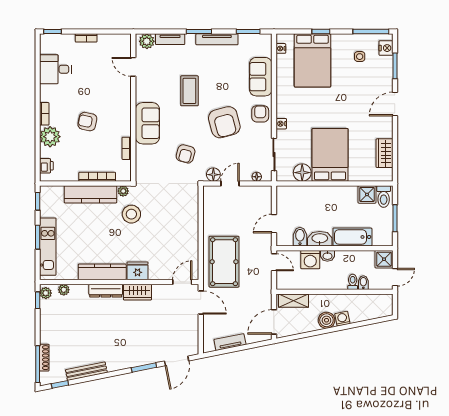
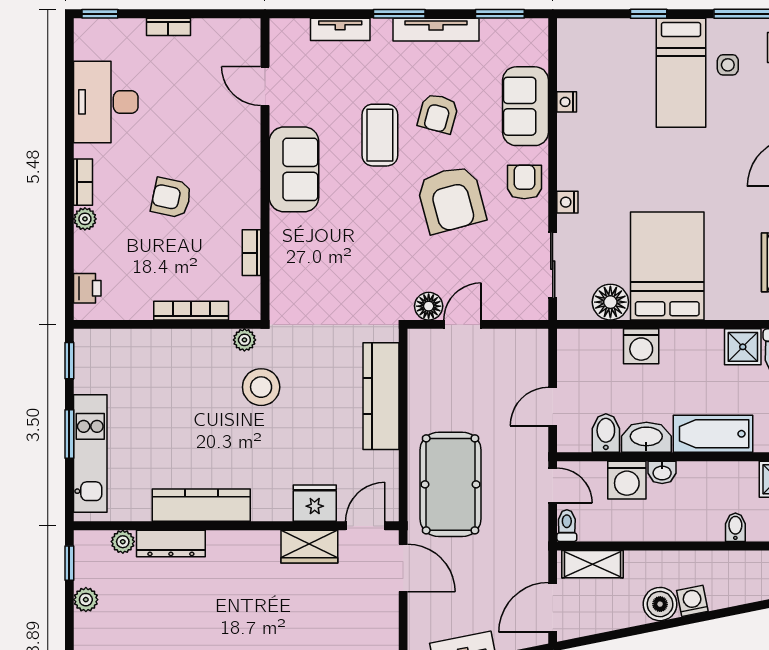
plant: (147, 41) -> (293, 34), removed
nightstand: (281, 48) -> (567, 102), moved
bed: (313, 60) -> (681, 73), moved, width x0.67
desk: (55, 69) -> (106, 102), width x1.37
sofa: (147, 123) -> (294, 169), moved
plant: (50, 137) -> (85, 219), width x0.53, depth x0.53
armchair: (186, 154) -> (438, 113), moved
floor lamp: (257, 177) -> (517, 311), removed
kitchen counter: (91, 194) -> (381, 396), moved, turned 90
washing machine: (317, 194) -> (641, 346), added
fridge: (138, 271) -> (315, 503), moved
toilet: (353, 282) -> (567, 526), moved
dresser: (106, 291) -> (171, 543), moved
wardrobe: (137, 292) -> (309, 547), moved
plant: (46, 293) -> (86, 600), moved

